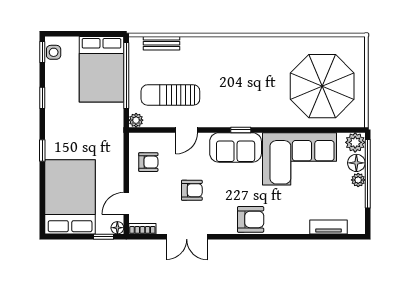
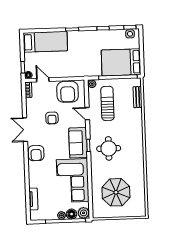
parasol: (322, 86) -> (116, 192), width x0.73, depth x0.73
round table: (247, 96) -> (109, 148), added
armchair: (148, 162) -> (68, 92), width x1.88, depth x1.88
bed: (70, 197) -> (45, 42), width x0.67
double door: (187, 237) -> (25, 130), moved

